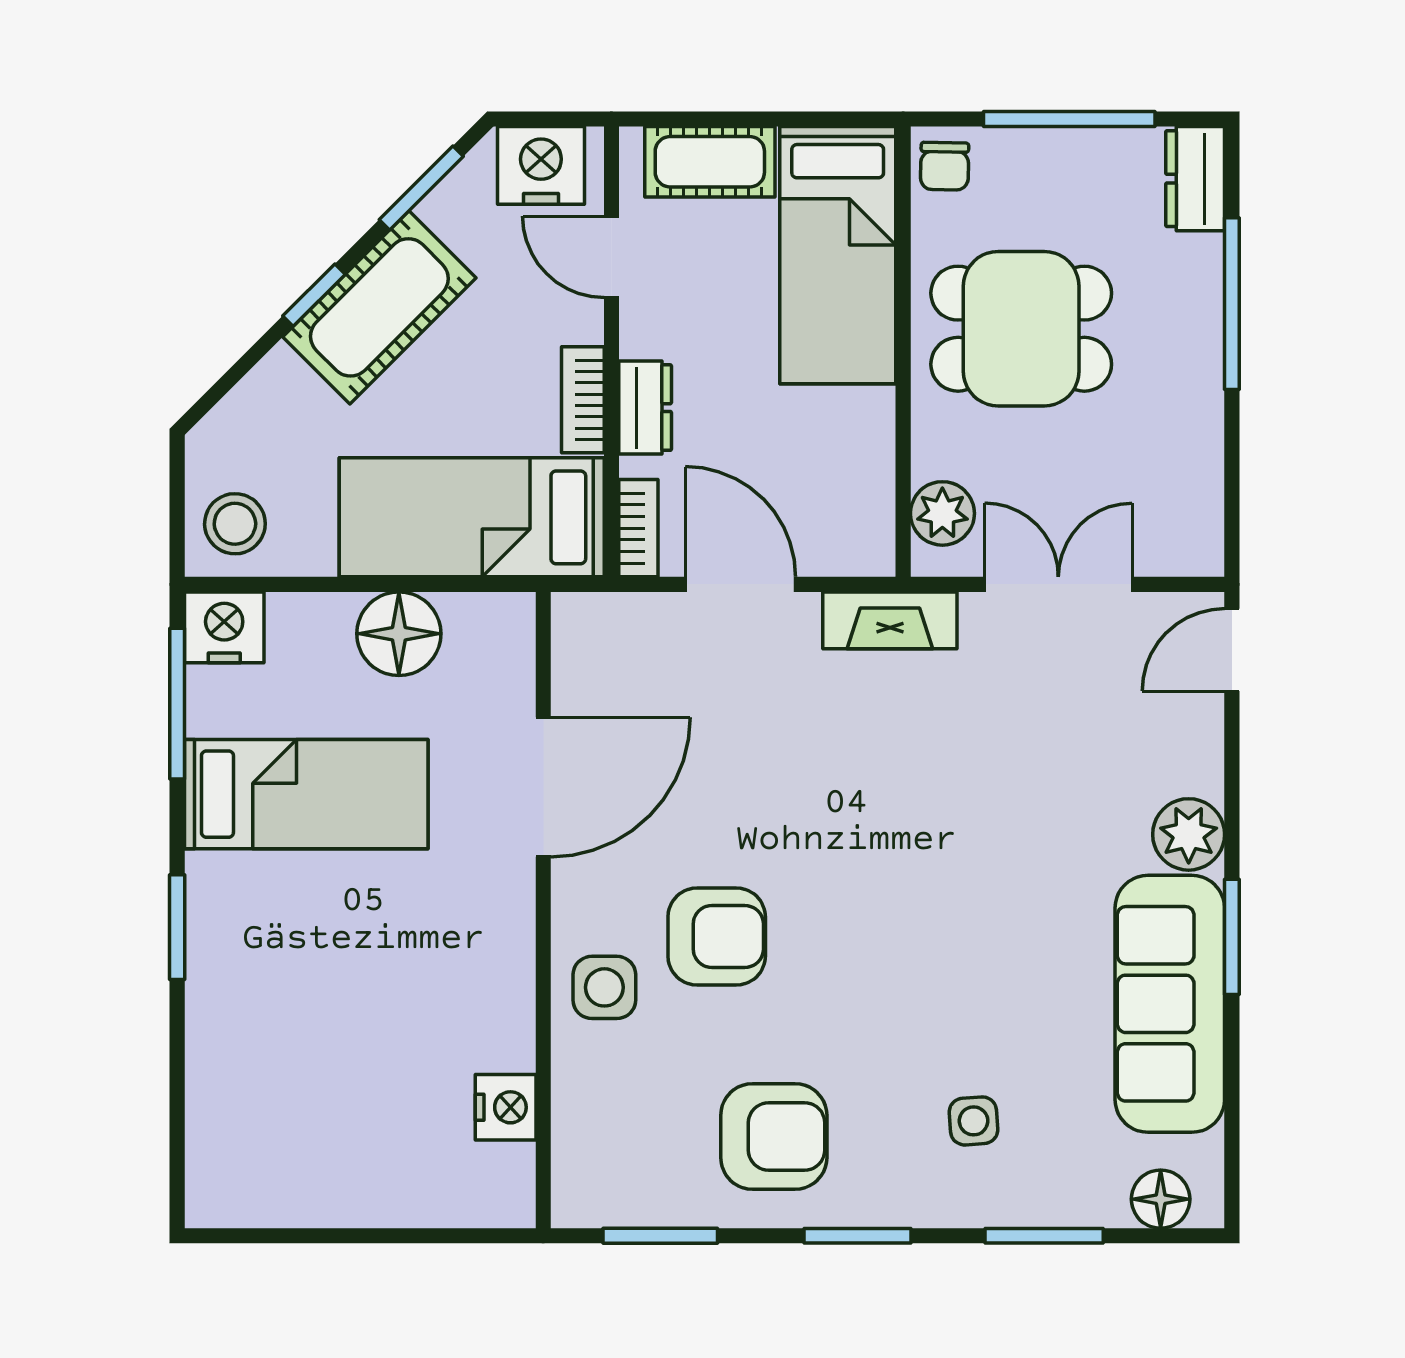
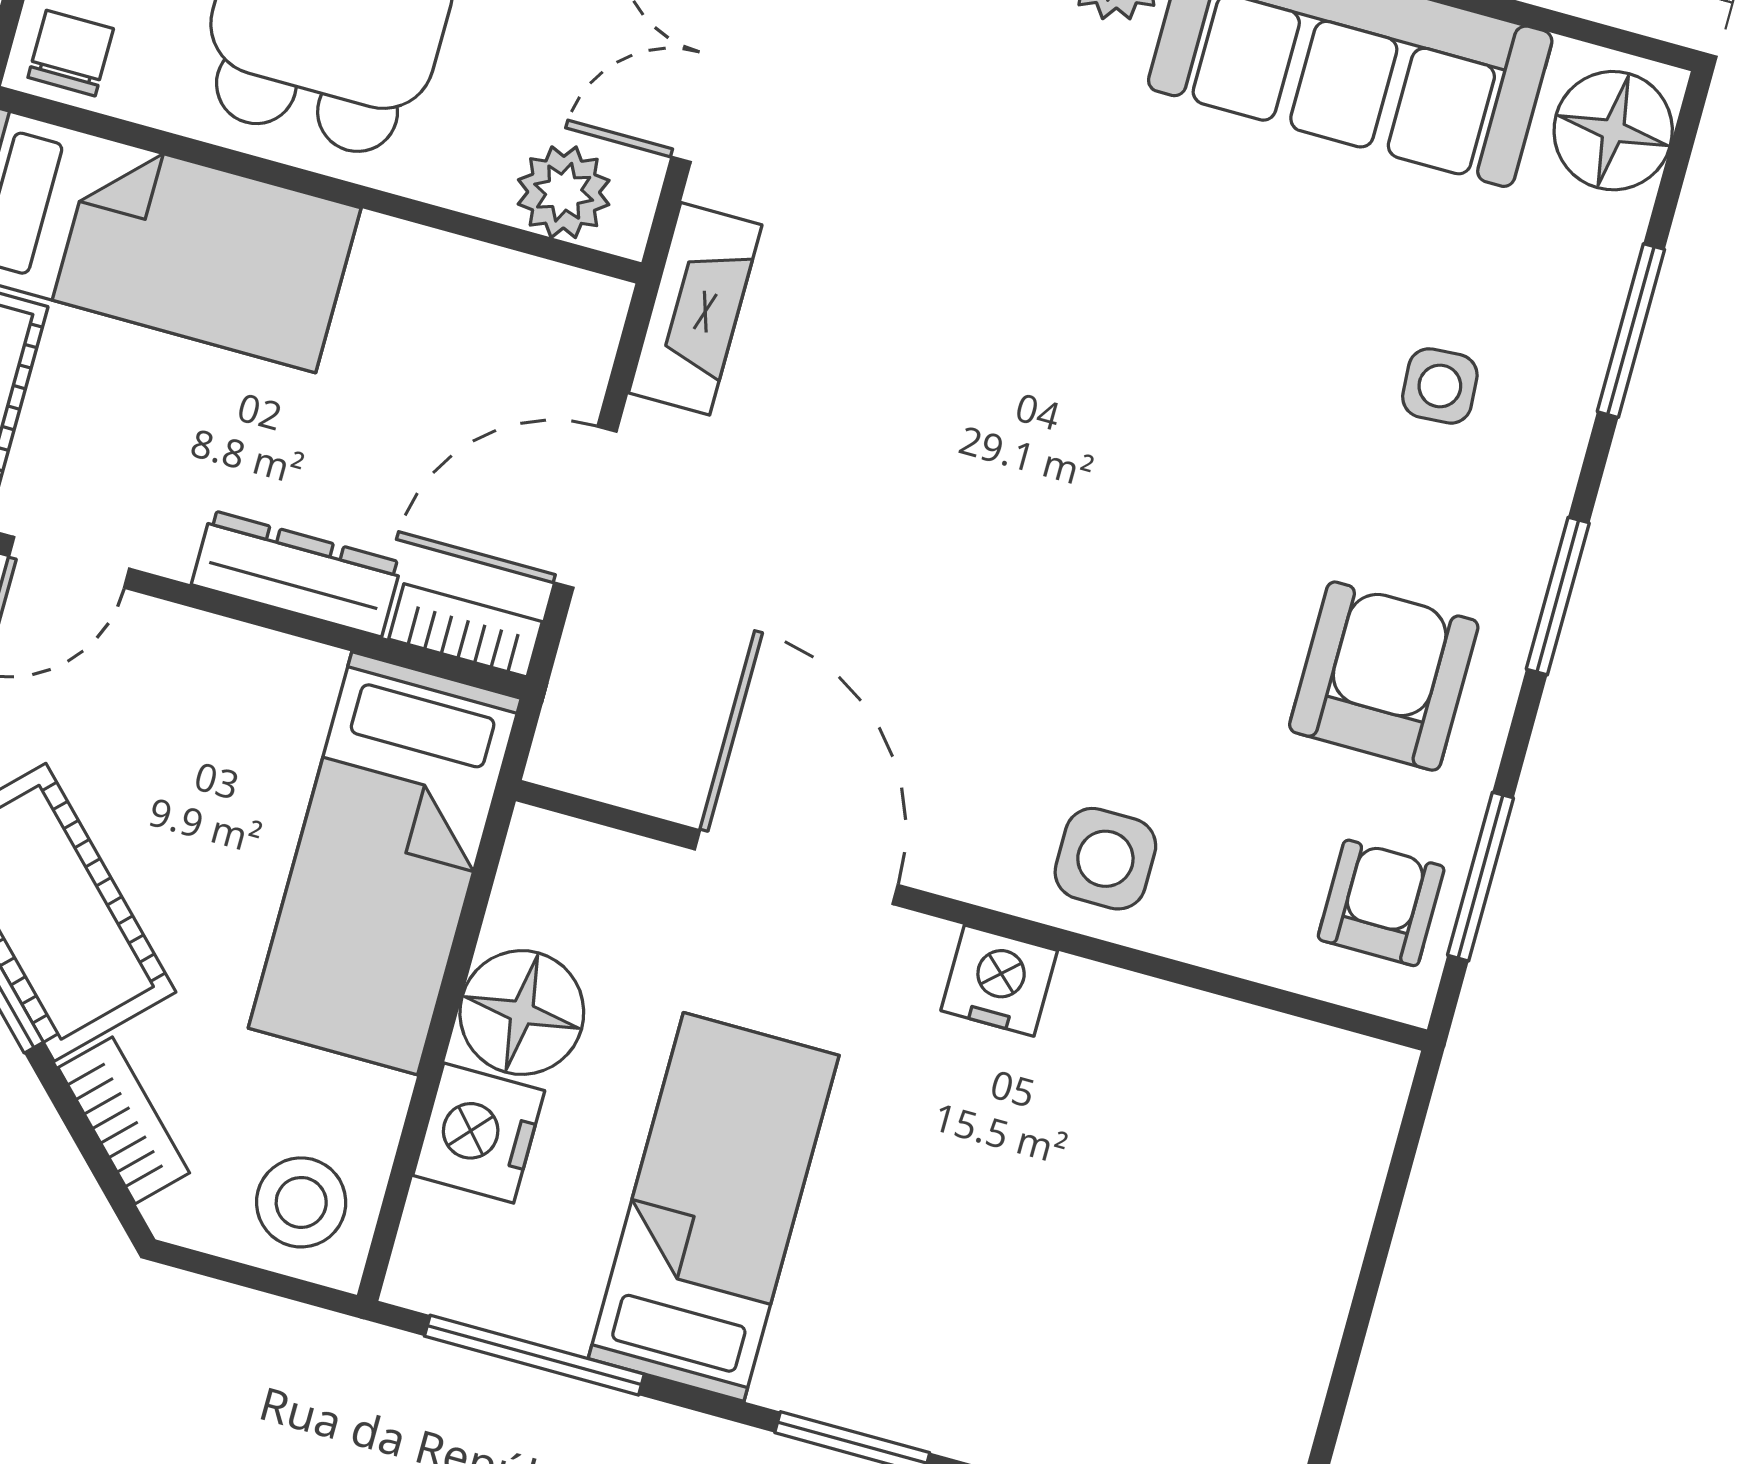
chair: (945, 166) -> (71, 53), turned -91
bookcase: (583, 400) -> (124, 1120), moved, turned -135
dresser: (645, 408) -> (297, 574), width x1.44
nightstand: (224, 627) -> (479, 1133), moved
armchair: (717, 937) -> (1381, 903), moved, width x0.72, depth x0.72
nightstand: (506, 1107) -> (999, 981), moved
floor lamp: (1161, 1199) -> (1613, 131), width x1.38, depth x1.38

